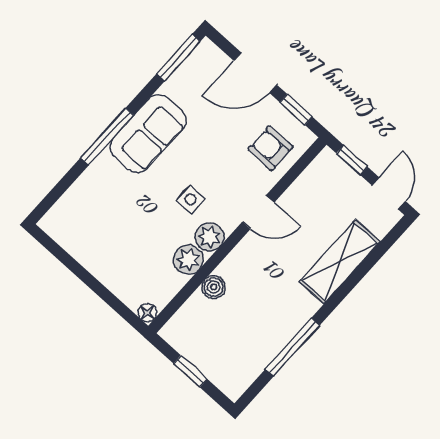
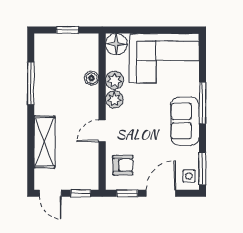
side table: (191, 199) -> (189, 176), moved
corner sofa: (104, 232) -> (164, 58), added
floor lamp: (148, 313) -> (116, 44), width x1.89, depth x1.89

